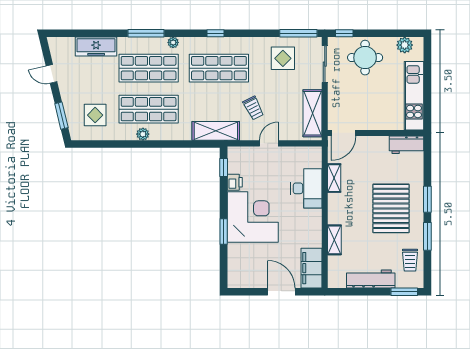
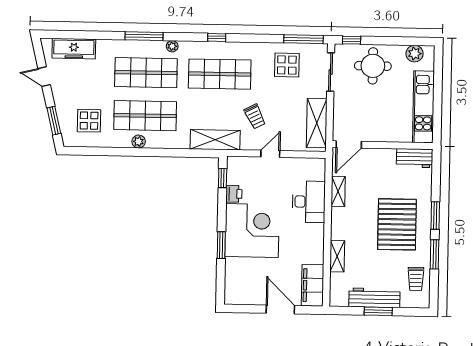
freezer: (96, 47) -> (74, 49), moved
window: (404, 292) -> (378, 311), moved

